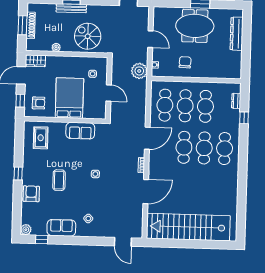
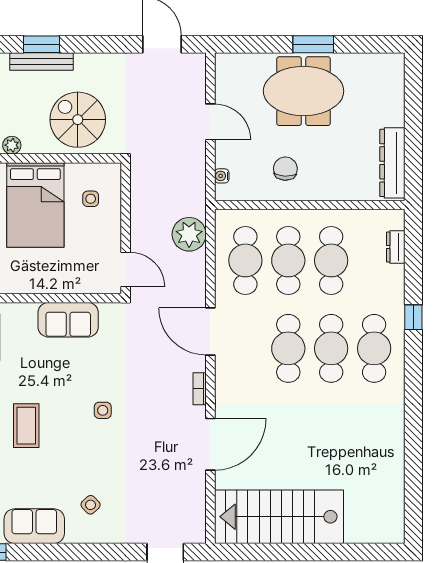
dresser: (237, 34) -> (392, 163), moved
plant: (139, 71) -> (189, 234), moved
door: (109, 93) -> (126, 270), moved
bed: (69, 98) -> (35, 205), moved, turned 180
window: (244, 118) -> (413, 317), moved
door: (147, 138) -> (210, 331), swing flipped
stairs: (188, 227) -> (279, 517), width x0.73

